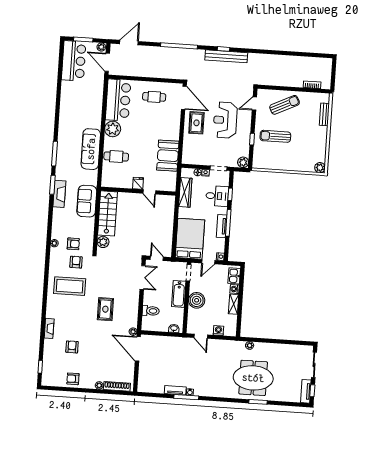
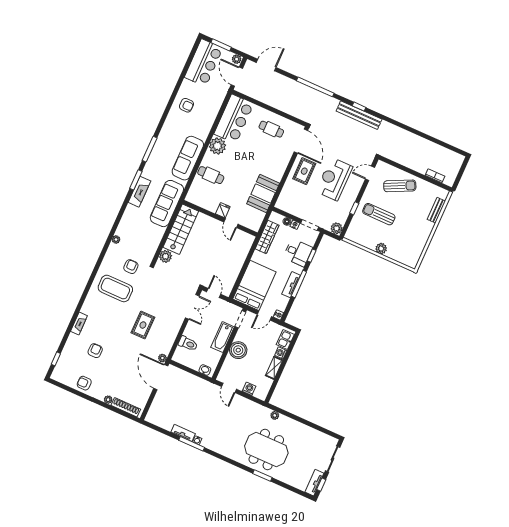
plant: (320, 168) -> (381, 249), moved
sofa: (87, 201) -> (167, 204), width x1.36
armchair: (73, 244) -> (187, 105), moved

